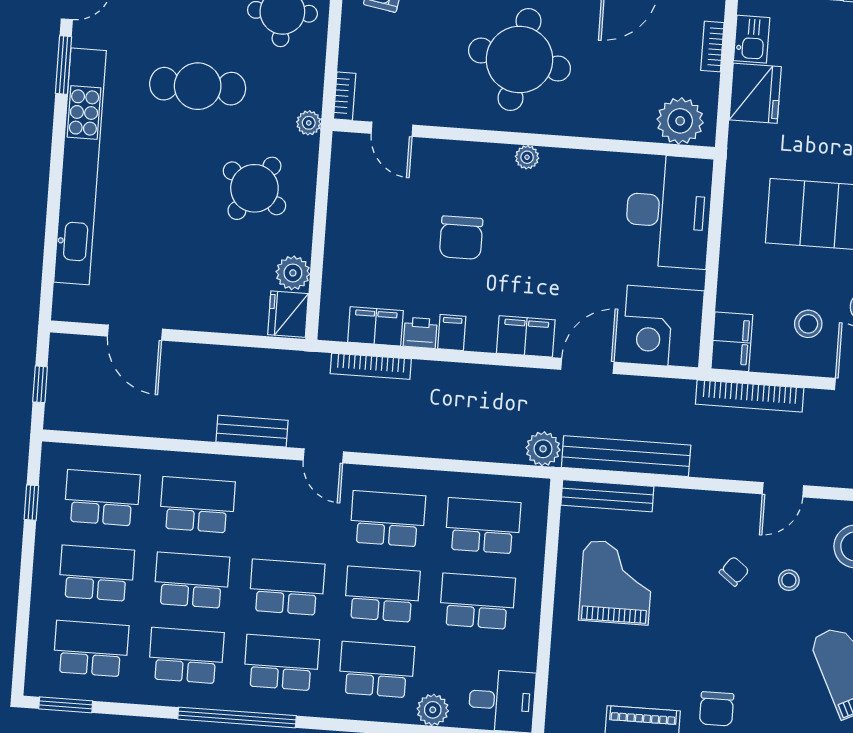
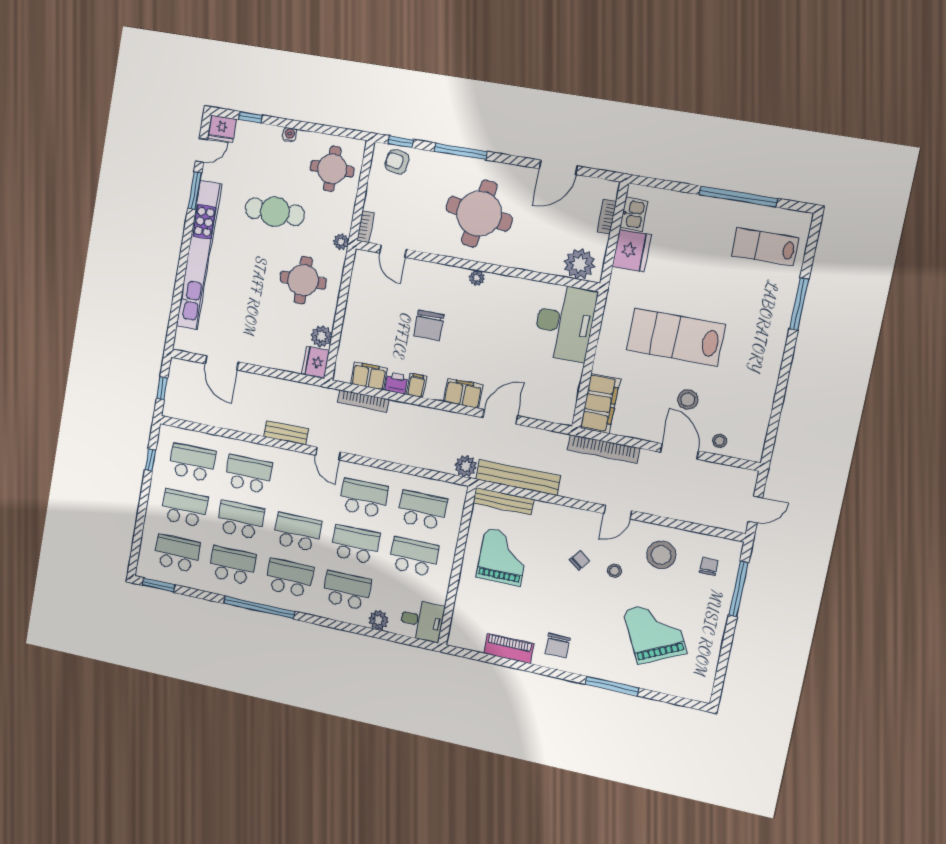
round table: (254, 188) -> (303, 280), turned -34
stool: (808, 324) -> (648, 406), removed
corner desk: (663, 327) -> (552, 397), removed
filing cabinet: (732, 342) -> (600, 404), width x1.50, depth x1.17

